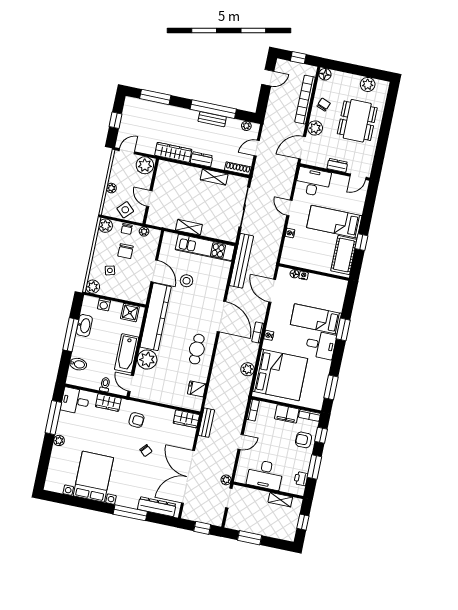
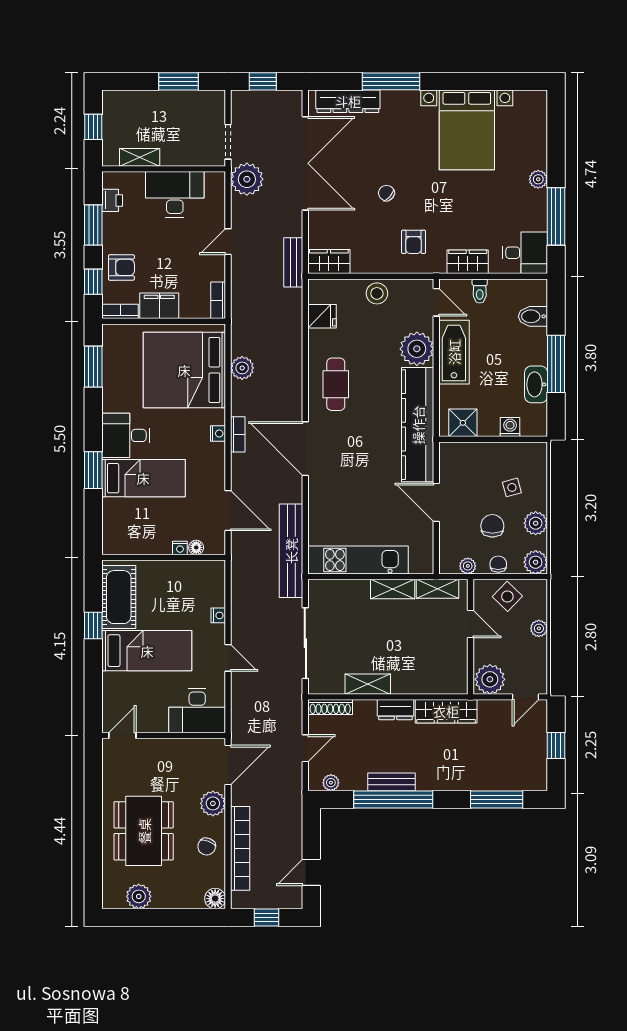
dresser: (337, 165) -> (162, 747), removed
shelving: (164, 222) -> (437, 589), added
stool: (187, 281) -> (377, 293), moved
plant: (93, 287) -> (536, 523), moved
armchair: (136, 420) -> (414, 242), turned -94
plant: (226, 480) -> (247, 179), width x1.87, depth x1.87

